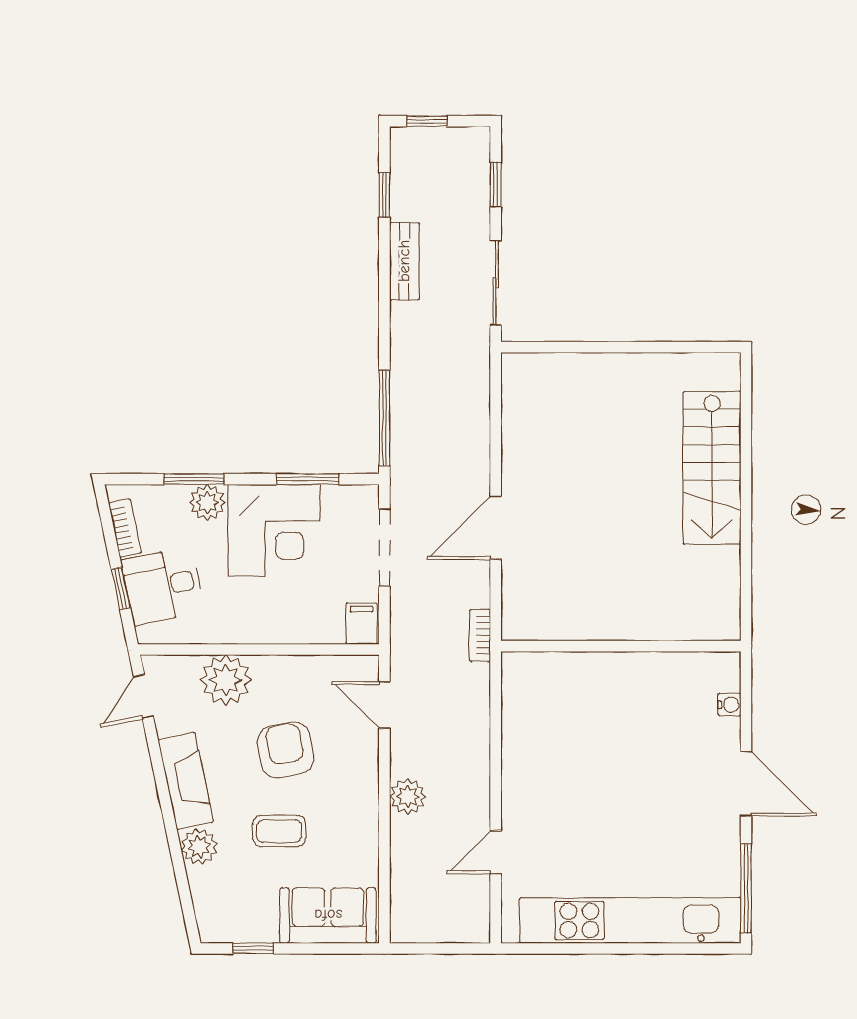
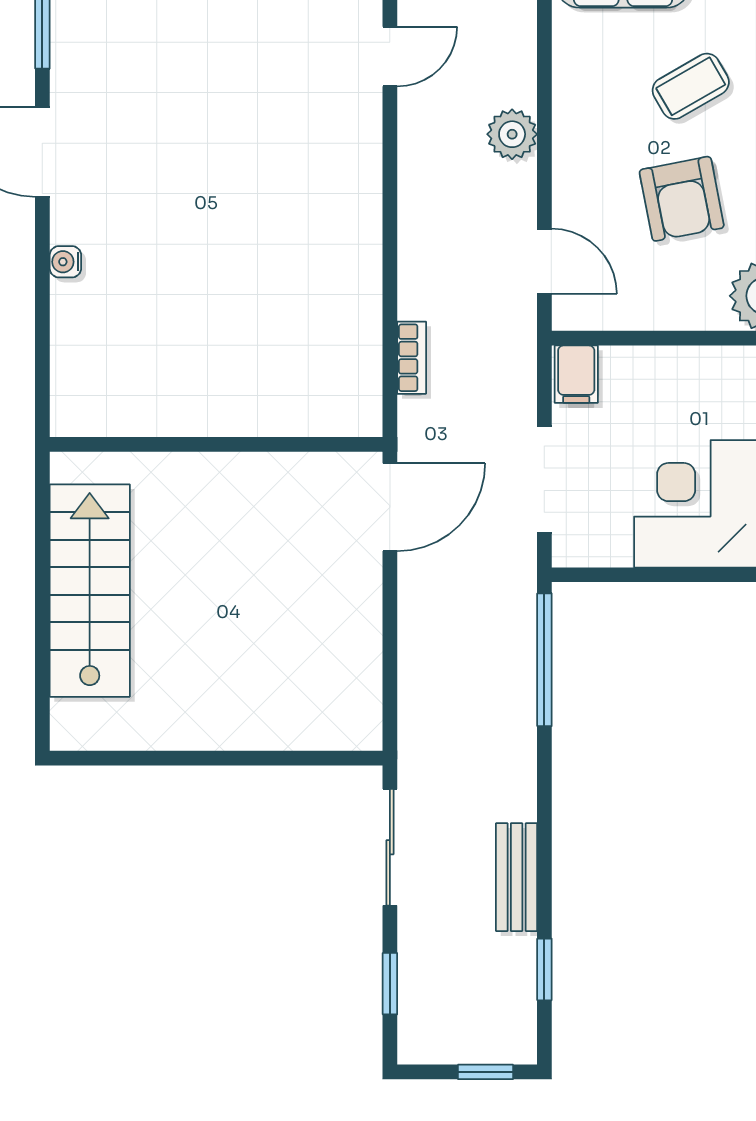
window: (308, 479) -> (651, 575), removed
wall: (621, 646) -> (216, 444), moved
coffee table: (279, 831) -> (691, 86), turned -30

